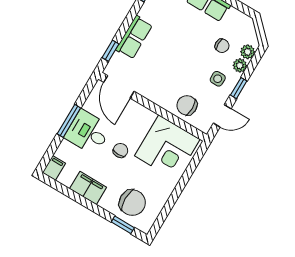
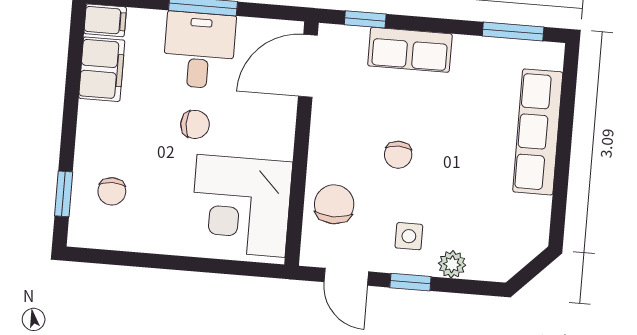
chair: (222, 46) -> (398, 155), moved
plant: (248, 52) -> (483, 266), removed
filing cabinet: (88, 188) -> (102, 69), moved
chair: (132, 203) -> (112, 191), width x0.54, depth x0.54

